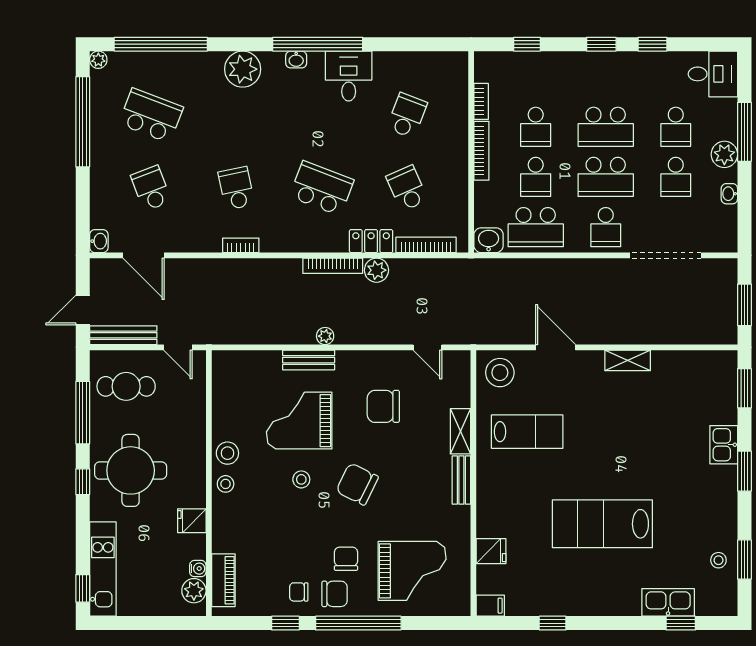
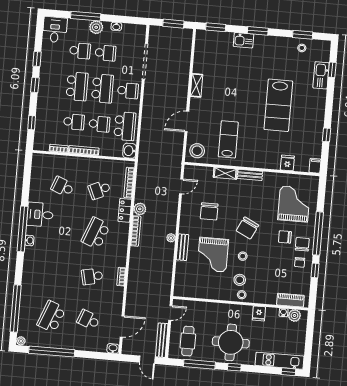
plant: (243, 69) -> (32, 268), removed
school desk: (151, 188) -> (88, 320), turned 42
stool: (227, 453) -> (240, 280), moved

